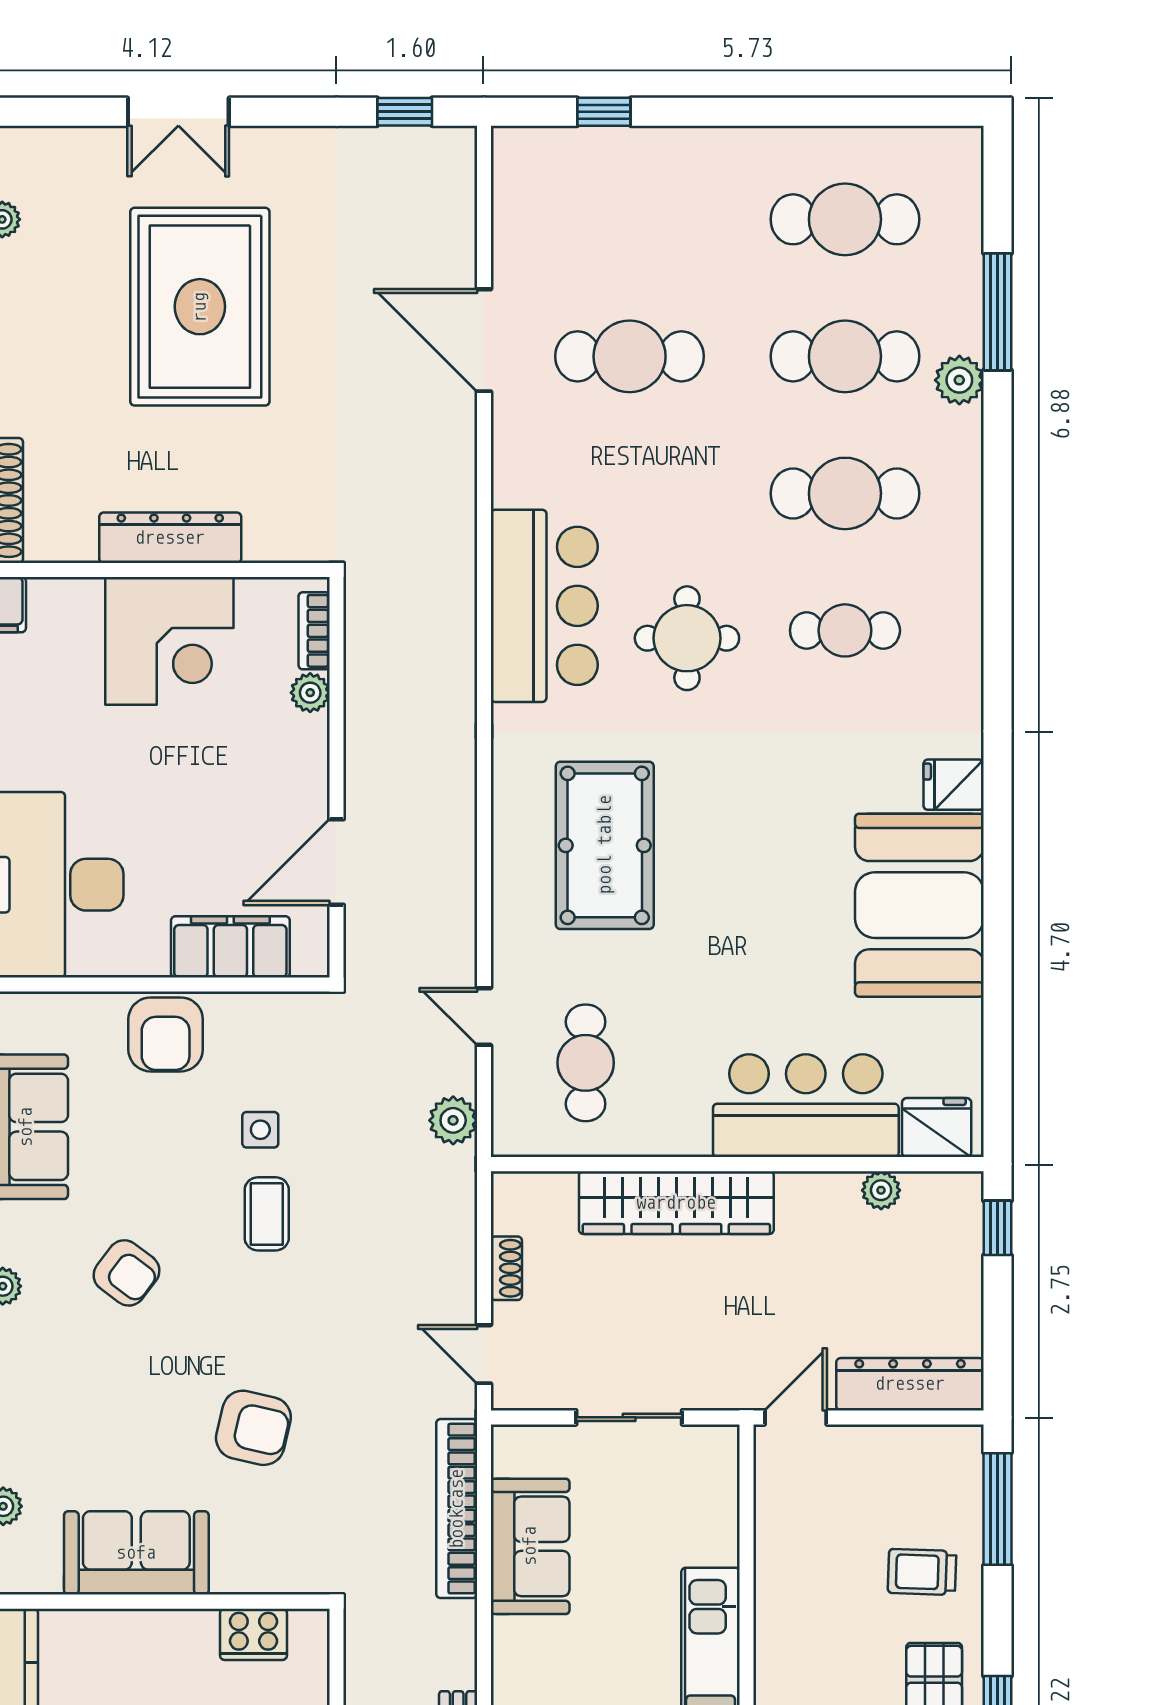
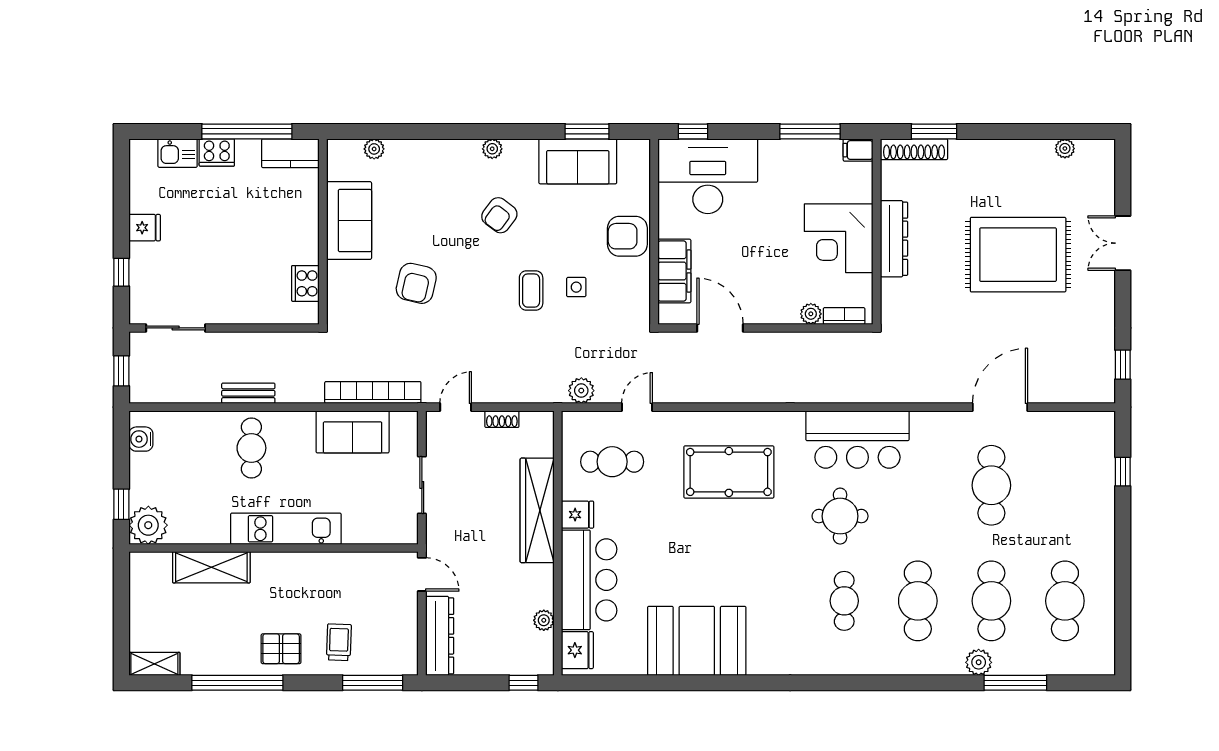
fridge: (954, 785) -> (578, 515), moved, turned 90
coffee table: (267, 1214) -> (531, 291), turned 90

